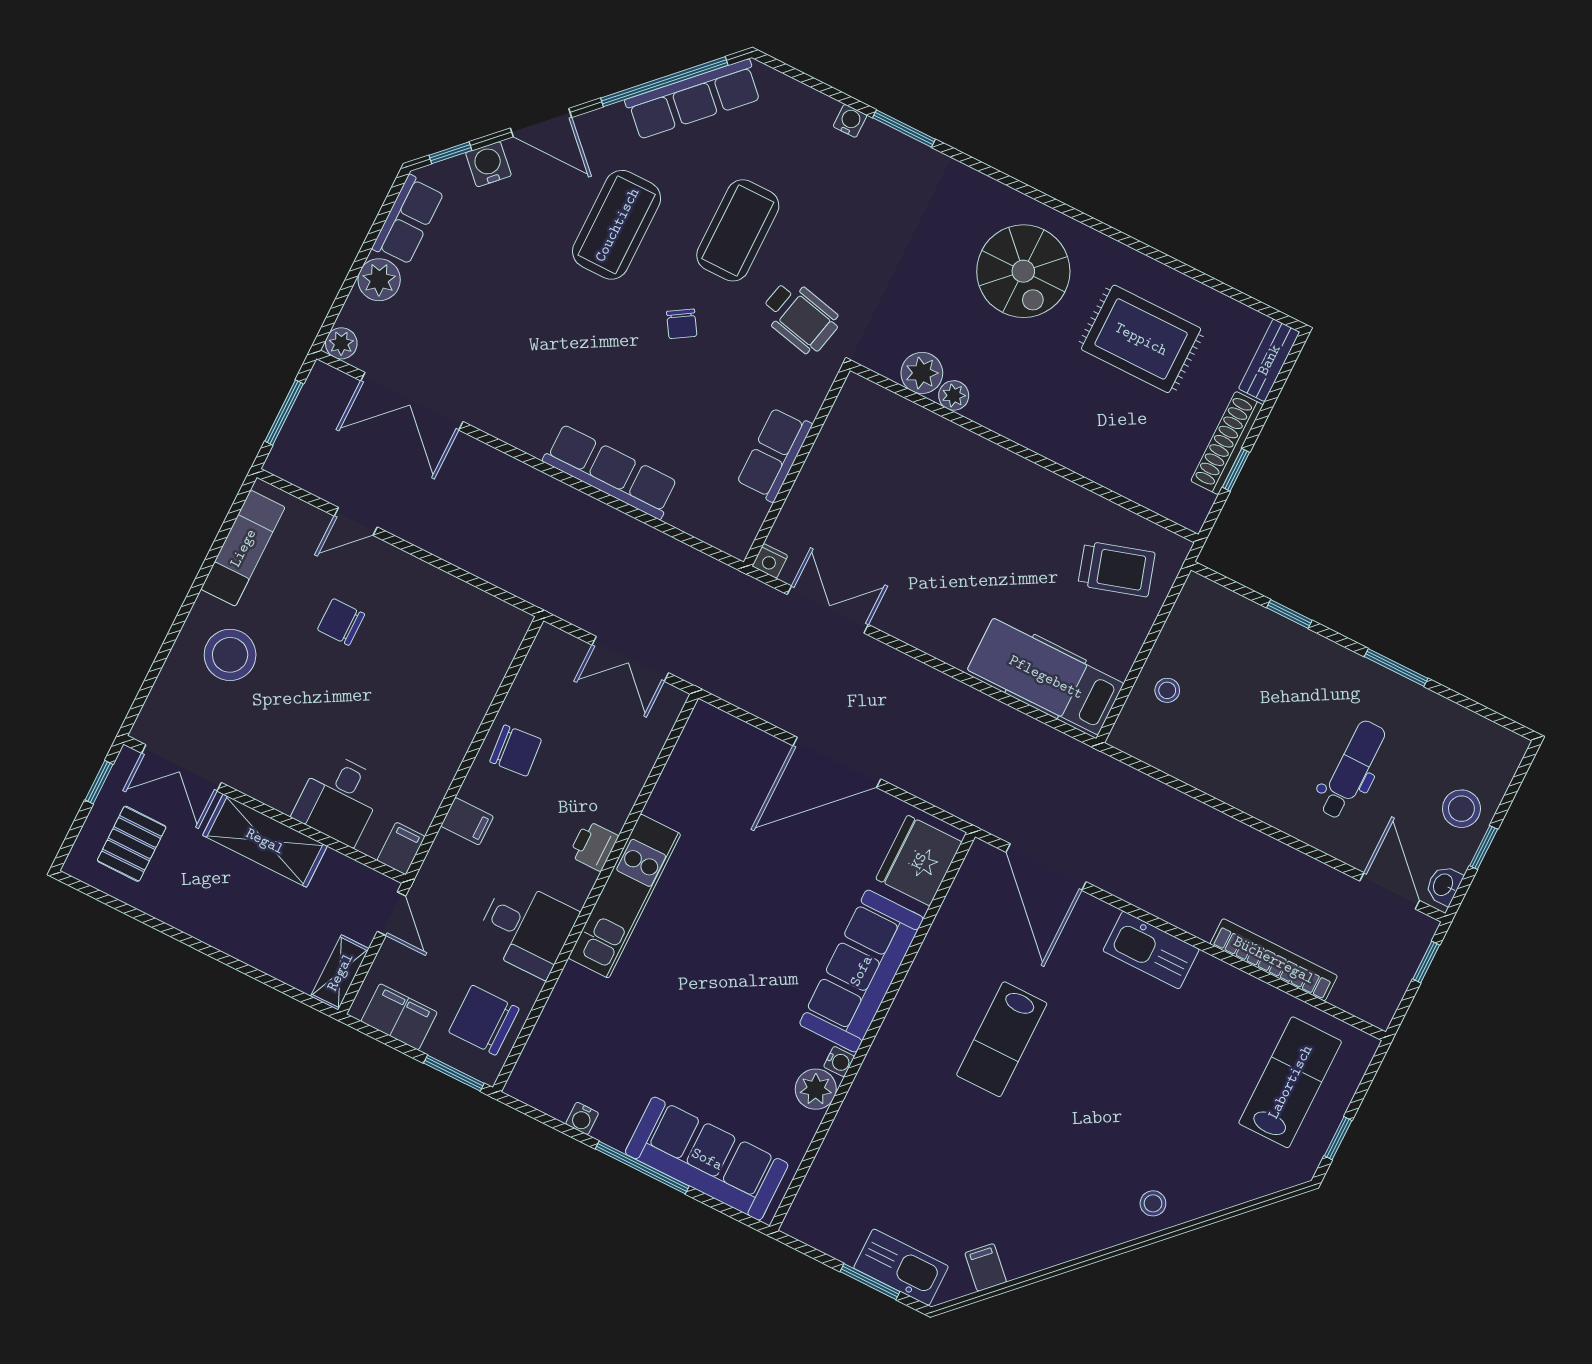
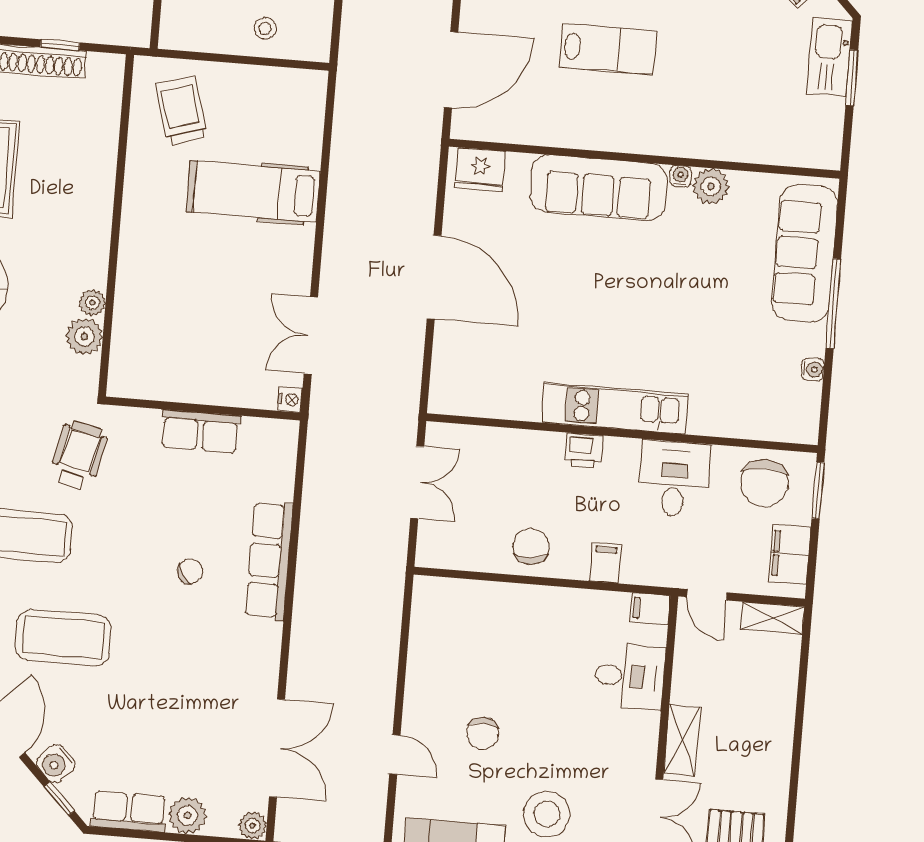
chair: (682, 324) -> (190, 571), moved
hospital bed: (1046, 677) -> (253, 192), moved, turned 90
shelving: (265, 841) -> (682, 740), width x0.67, depth x0.75
fridge: (919, 861) -> (480, 169), width x0.73, depth x0.75
door: (392, 914) -> (707, 595), swing flipped

